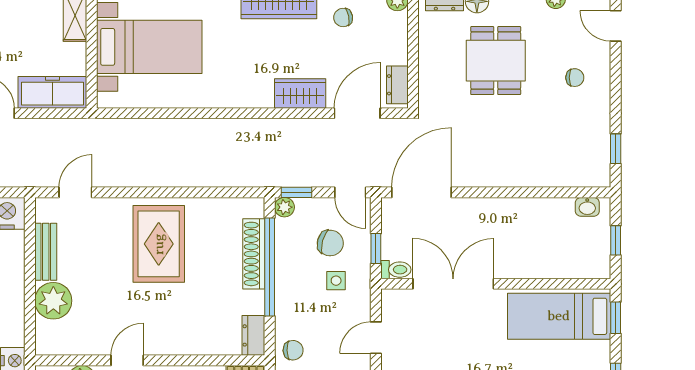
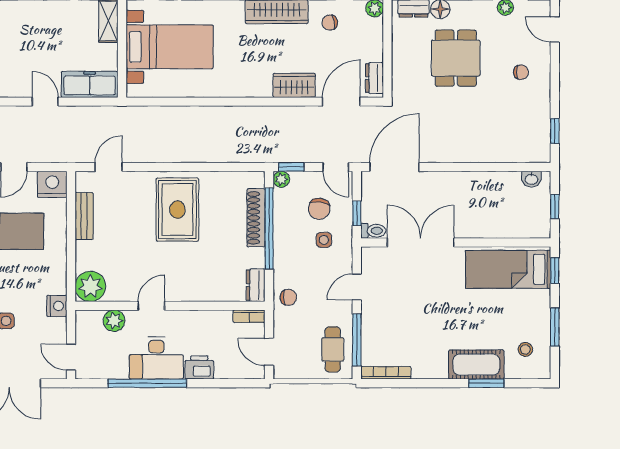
chair: (330, 243) -> (319, 209), turned 83
plant: (53, 301) -> (90, 286), moved

